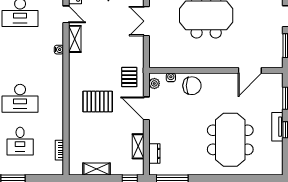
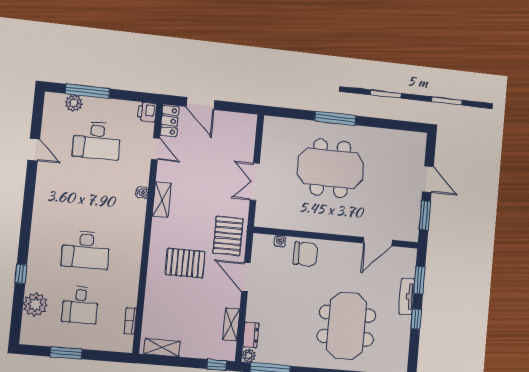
double door: (146, 21) -> (255, 182), moved
shelving: (75, 39) -> (162, 200), moved
pallet: (129, 77) -> (228, 236), width x1.50, depth x1.42
plant: (154, 83) -> (249, 356), moved
tv unit: (277, 127) -> (407, 296), moved
shelving: (97, 169) -> (162, 348), moved

